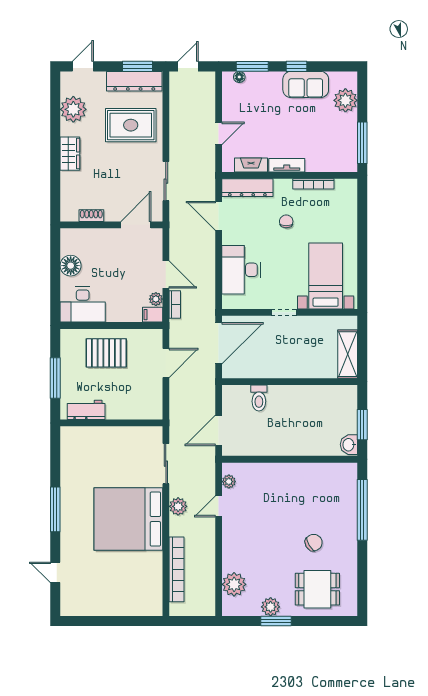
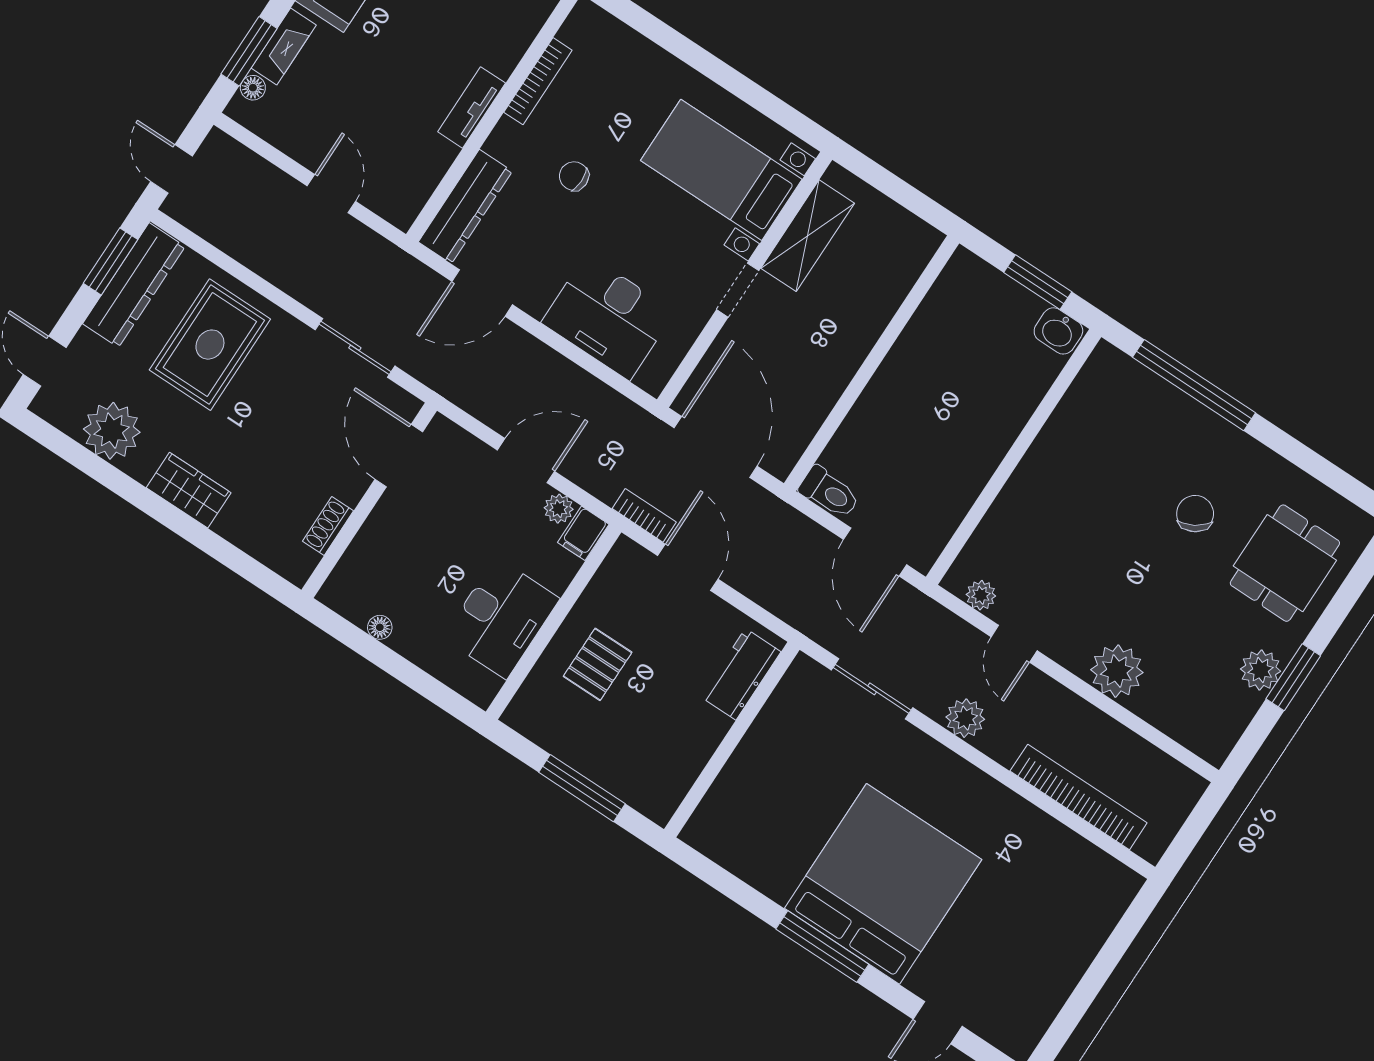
fireplace: (251, 165) -> (284, 46), moved, turned 180
floor lamp: (71, 266) -> (380, 627), width x0.53, depth x0.53
desk: (83, 305) -> (501, 618), moved
bookcase: (175, 305) -> (644, 515), moved
pallet: (106, 353) -> (598, 664), width x0.67, depth x0.71
shelving: (348, 354) -> (808, 236), moved, turned 90
toilet: (259, 398) -> (829, 492), moved
workbench: (86, 410) -> (741, 674), moved
bed: (128, 519) -> (883, 884), moved, turned 180
plant: (234, 584) -> (1117, 671), moved

